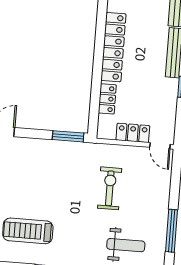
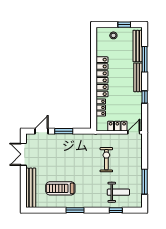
window: (68, 136) -> (64, 131), moved
door: (160, 146) -> (134, 132), swing flipped

